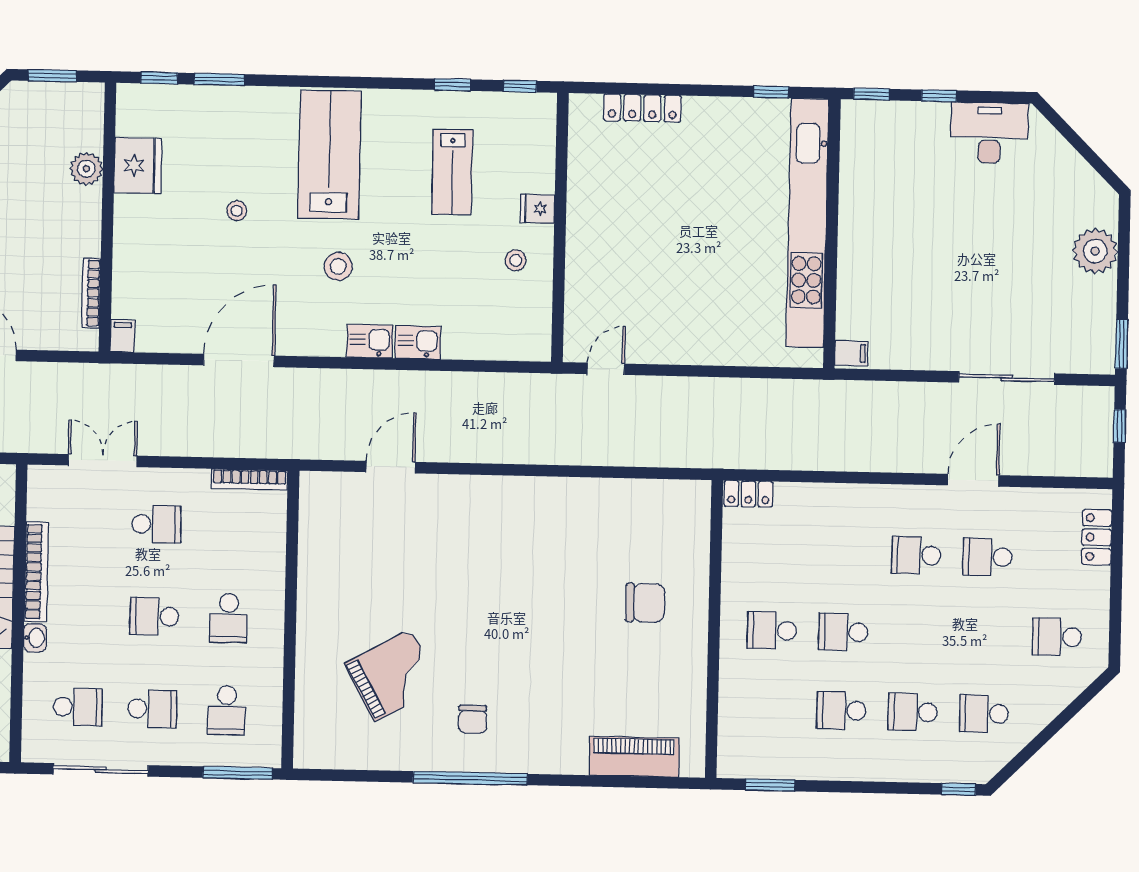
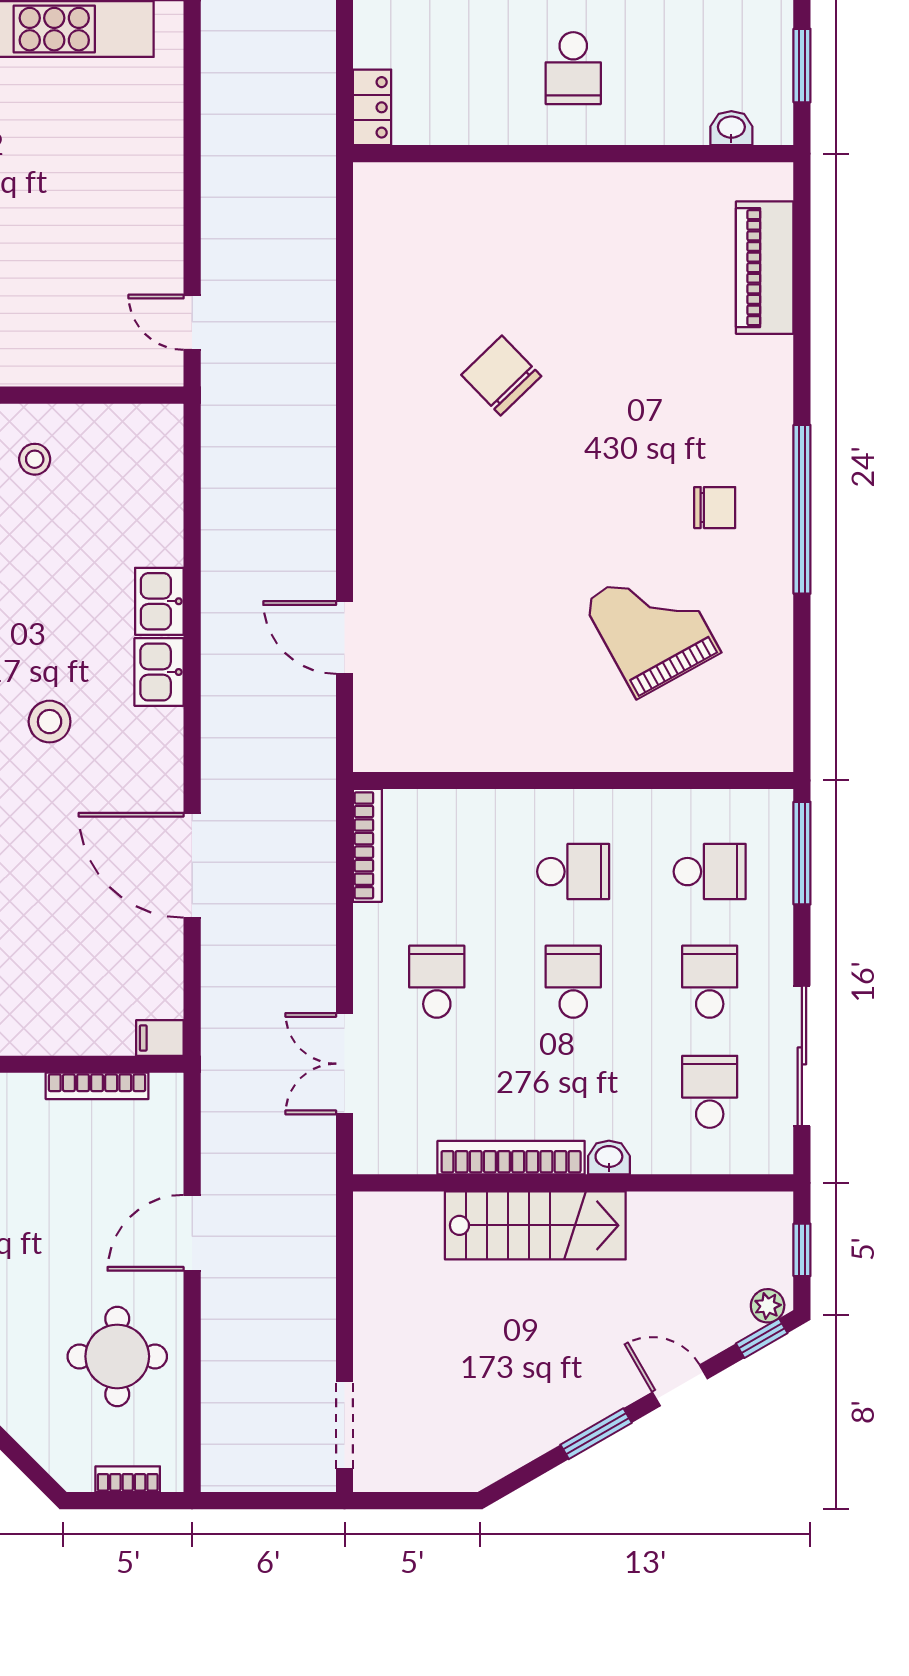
chair: (645, 603) -> (501, 375), moved, turned -44
school desk: (154, 616) -> (573, 982), turned 180
washbasin: (729, 736) -> (731, 128), added

